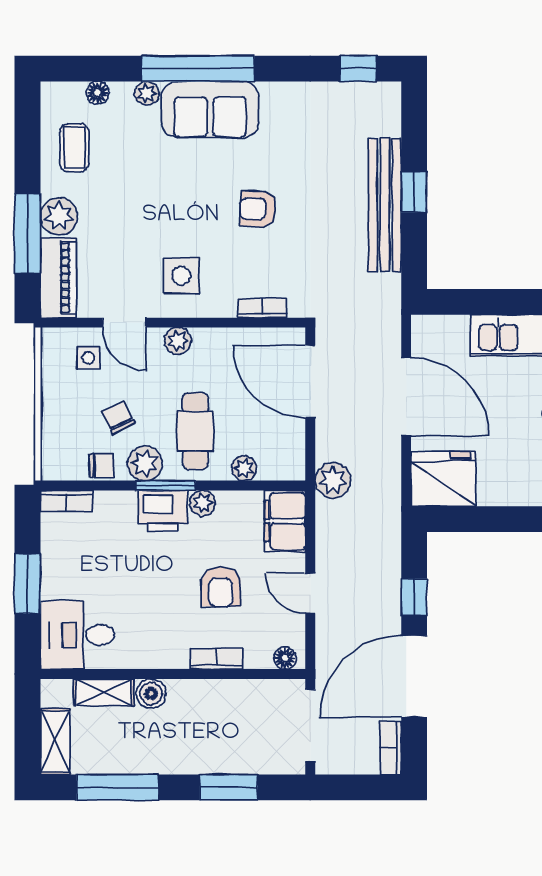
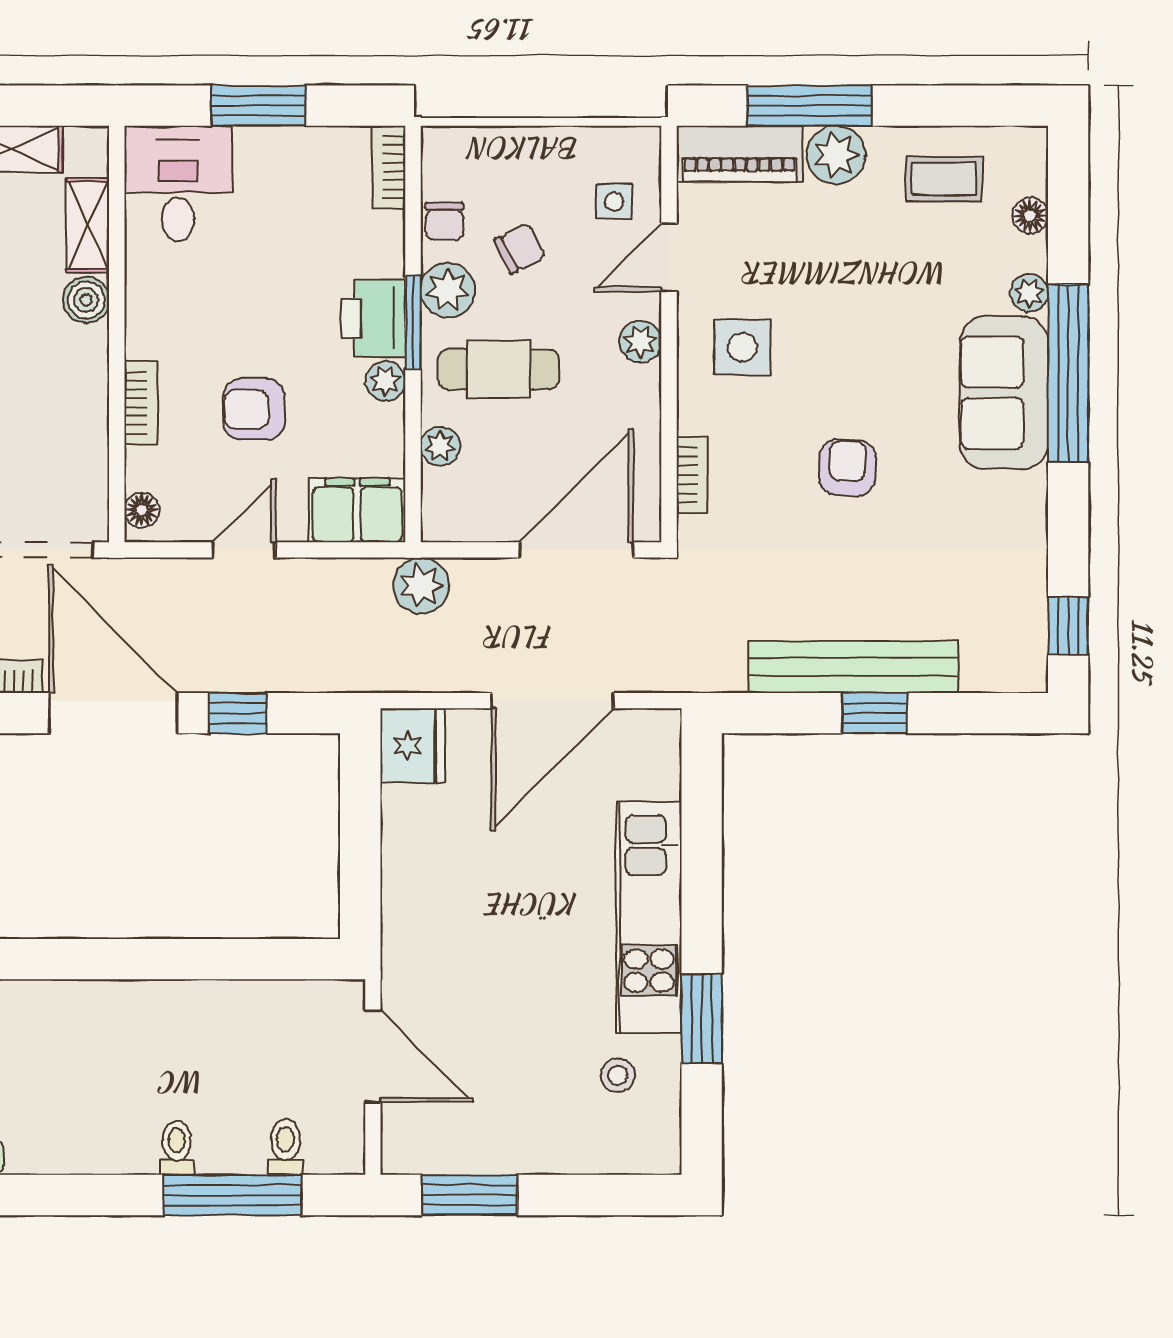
fridge: (443, 479) -> (413, 746), width x0.73, depth x0.75

